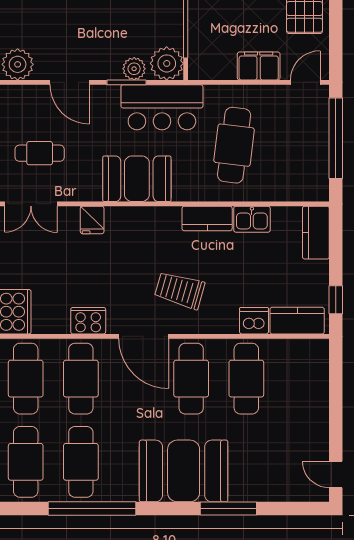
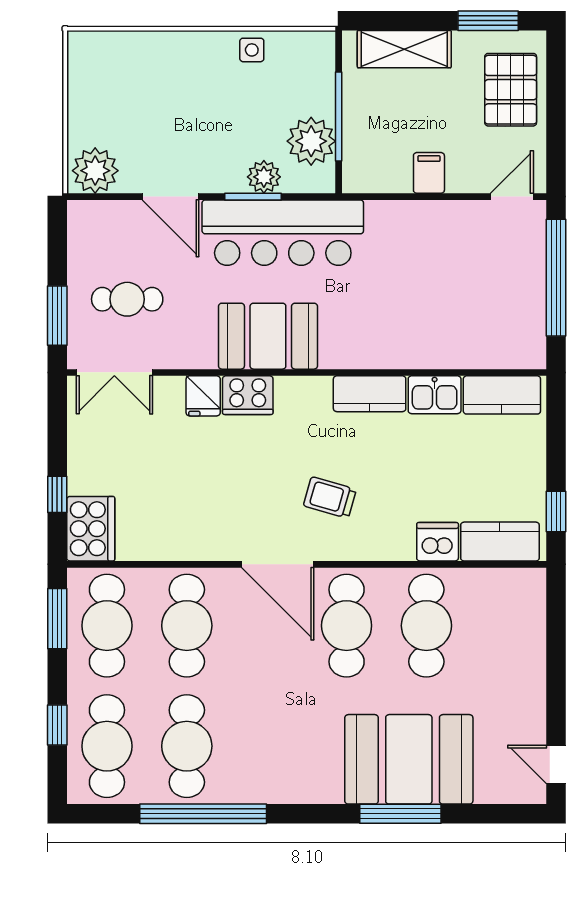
plant: (167, 63) -> (311, 141), moved
filing cabinet: (259, 66) -> (429, 173), width x0.50
bar counter: (162, 107) -> (283, 233), width x1.36
cafe table: (234, 145) -> (409, 288), removed
kitchen counter: (316, 233) -> (502, 395), moved, turned -90
trolley: (180, 290) -> (330, 498), width x0.73, depth x0.72
cooker: (88, 321) -> (248, 395), moved, turned 180
booth: (184, 471) -> (409, 759), moved

